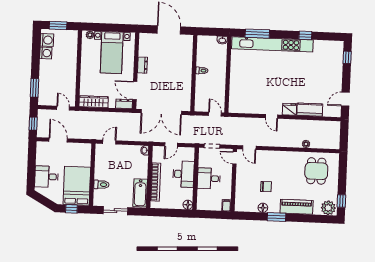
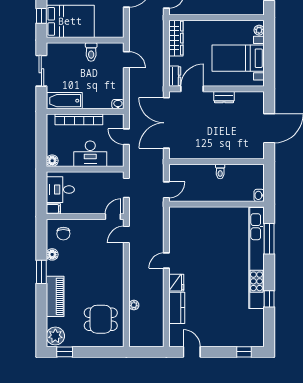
desk: (209, 178) -> (60, 190), moved, turned -90
toilet: (101, 185) -> (91, 52), moved
chair: (266, 187) -> (63, 234), moved

